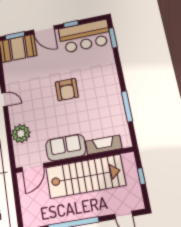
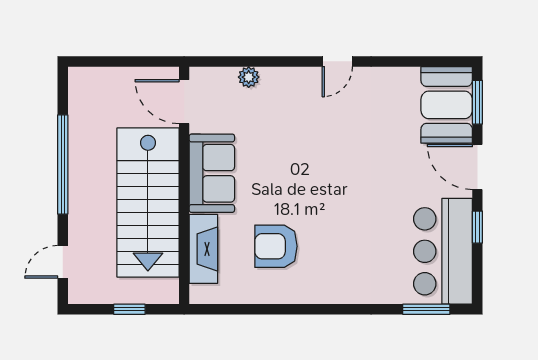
door: (44, 30) -> (477, 167), hinge flipped
armchair: (67, 90) -> (276, 246), moved
window: (127, 106) -> (273, 309), removed
plant: (21, 134) -> (249, 77), width x0.53, depth x0.53

